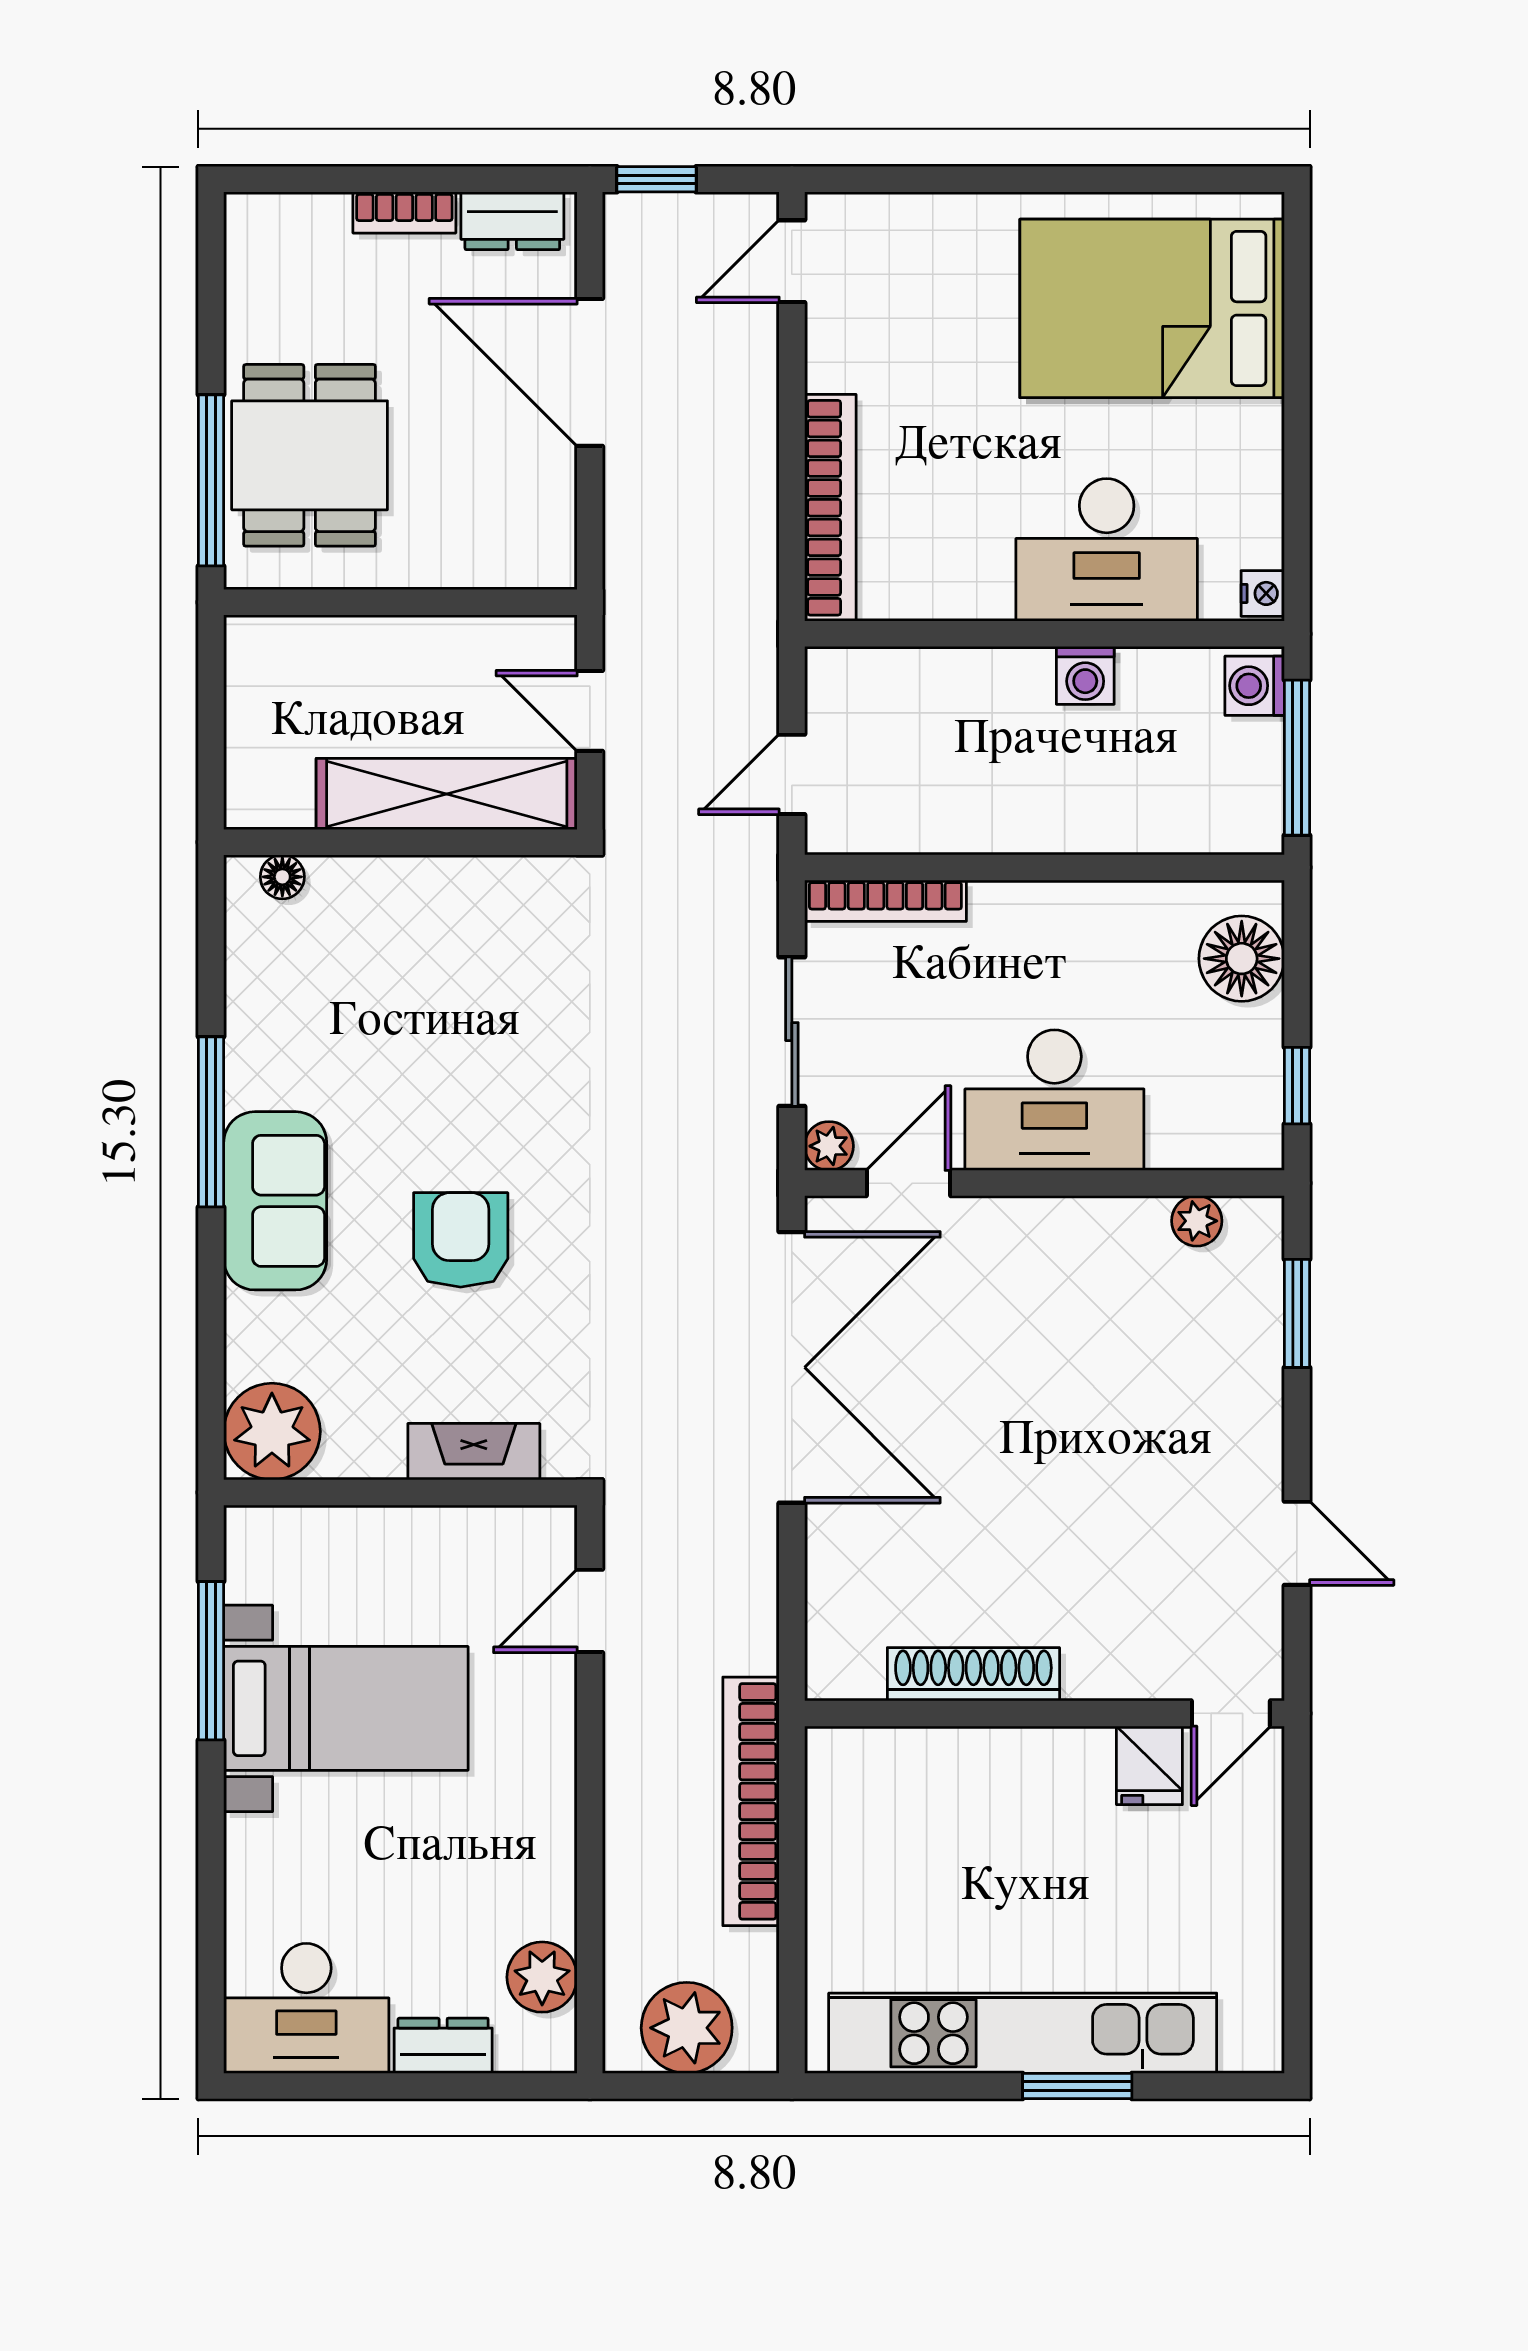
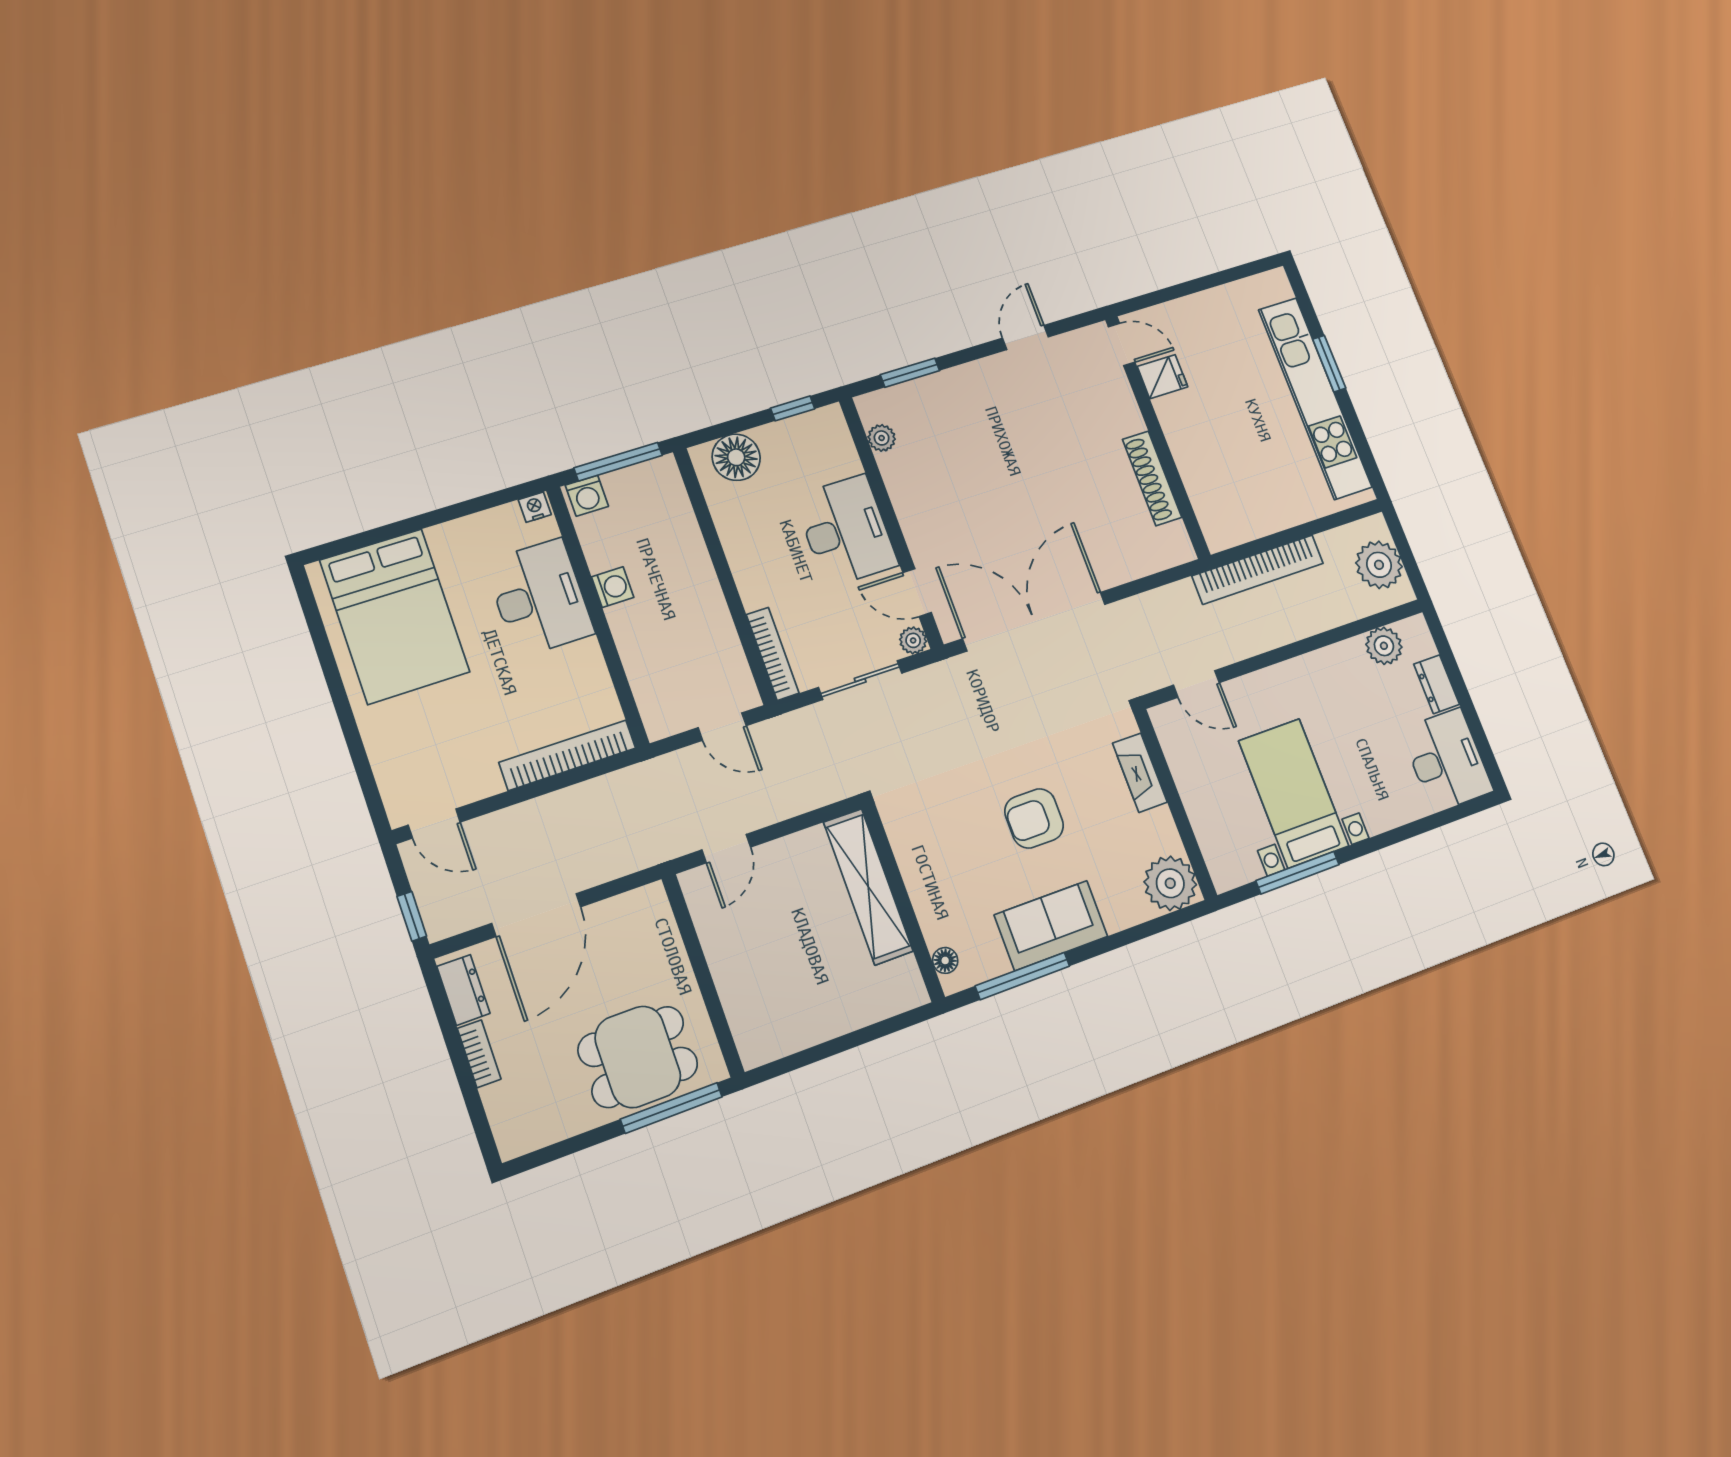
shelving: (447, 794) -> (868, 887), moved
wall: (400, 842) -> (903, 902), moved
floor lamp: (282, 877) -> (945, 960), moved

